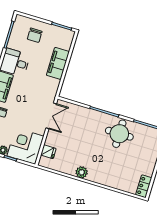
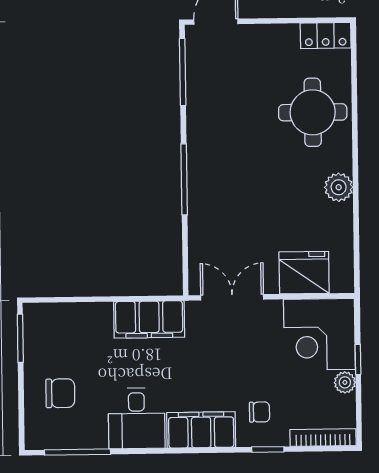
filing cabinet: (58, 63) -> (149, 319), moved
round table: (119, 134) -> (313, 112), moved
fridge: (48, 152) -> (304, 273), width x1.88, depth x1.34

